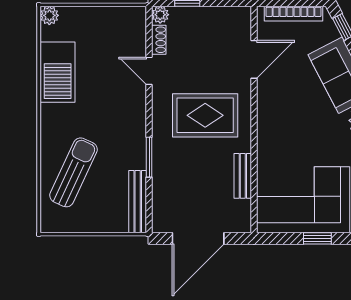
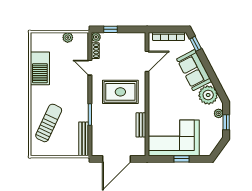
plant: (49, 15) -> (68, 37), moved

